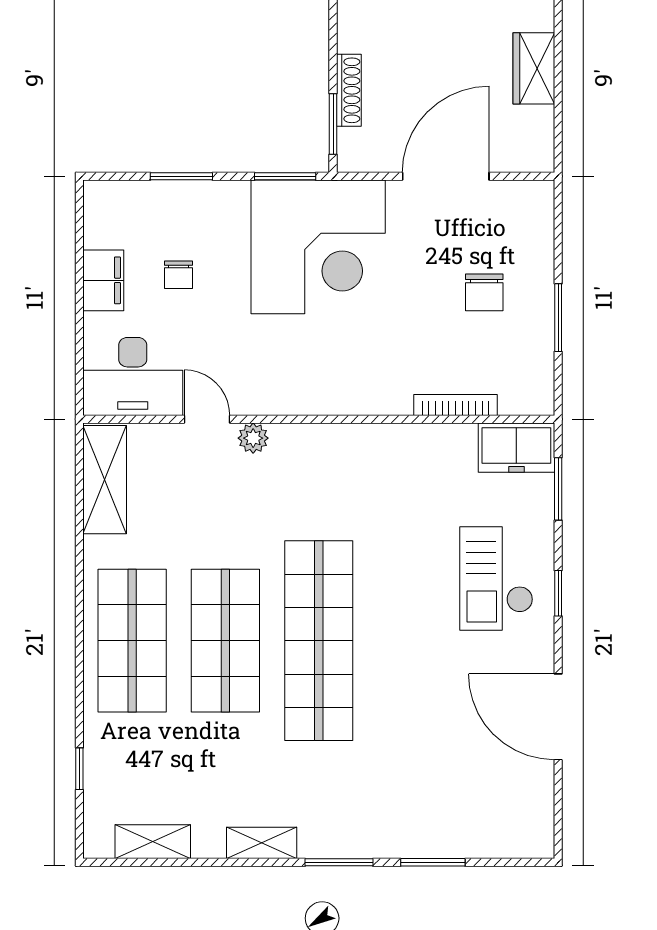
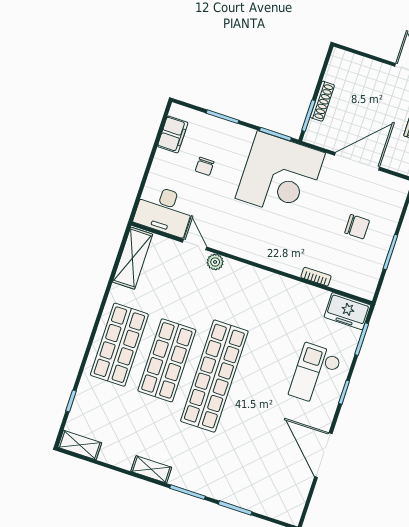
filing cabinet: (103, 280) -> (173, 134), moved
chair: (484, 292) -> (357, 227), turned -90
bookcase: (456, 405) -> (316, 277), width x0.64
shelving: (153, 842) -> (80, 445), moved

